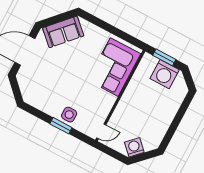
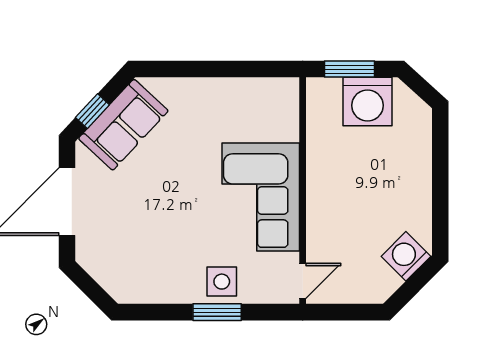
window: (54, 20) -> (92, 111), added
corner sofa: (114, 67) -> (261, 197), moved
washing machine: (134, 147) -> (406, 256), moved

